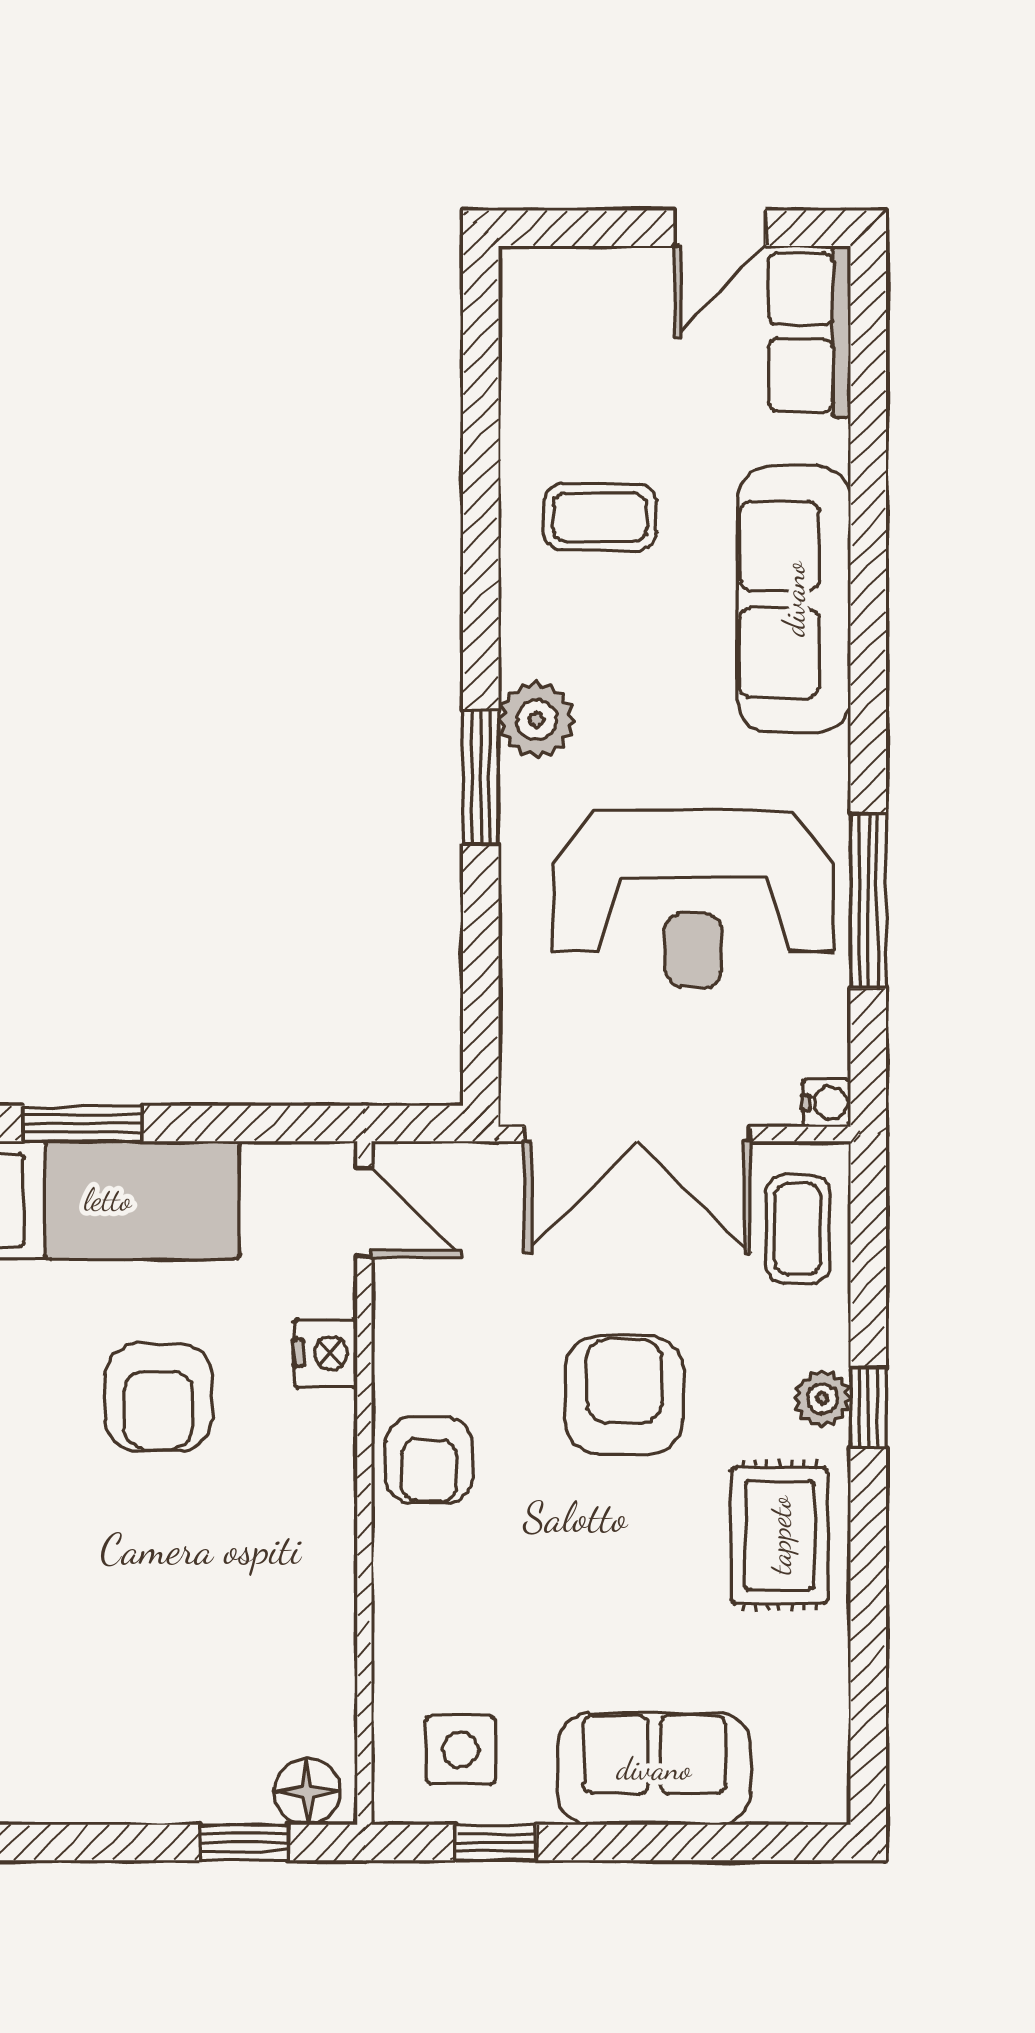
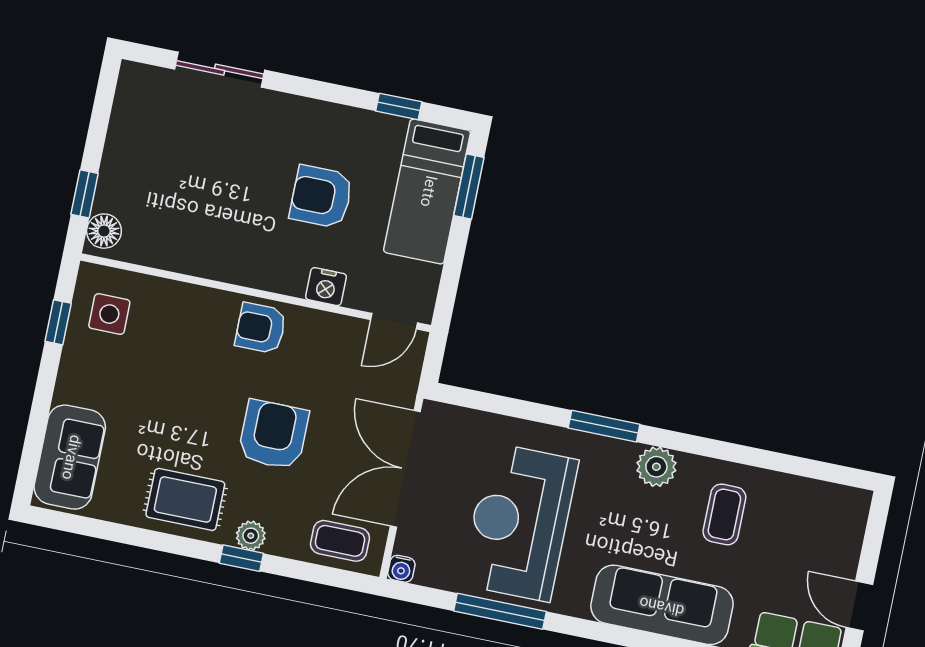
plant: (537, 720) -> (656, 467), moved
armchair: (624, 1395) -> (273, 435), turned -90
sofa: (654, 1769) -> (70, 457), moved

